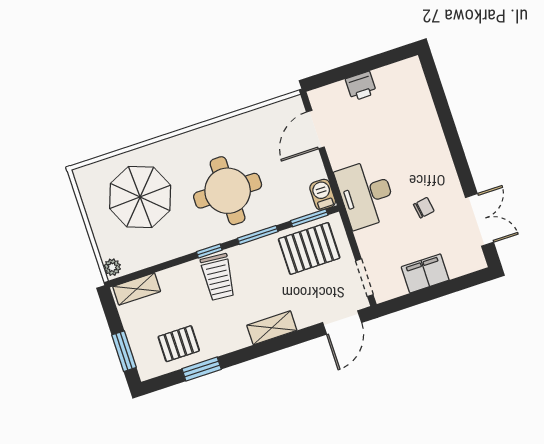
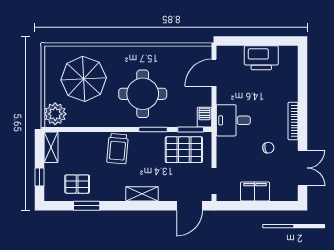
printer: (361, 86) -> (261, 58), width x1.87, depth x1.48
bookcase: (445, 160) -> (293, 121), added
desk: (366, 194) -> (233, 120), width x0.73
window: (209, 251) -> (118, 130), removed
plant: (112, 267) -> (55, 114), width x1.88, depth x1.88
shelving: (137, 289) -> (51, 147), moved, turned 90
window: (124, 351) -> (39, 177), width x0.67

